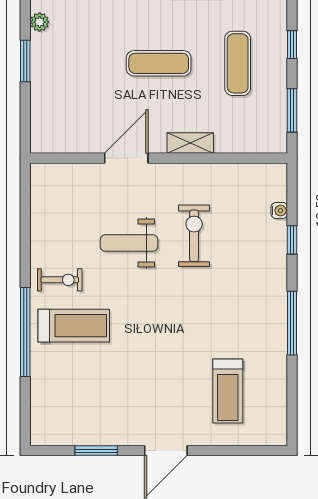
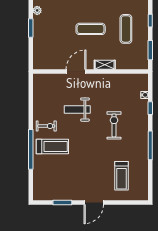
exercise bike: (194, 236) -> (114, 125), moved

